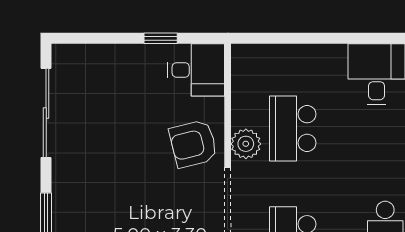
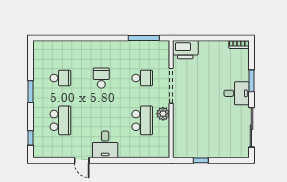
desk: (196, 70) -> (237, 93), moved, turned 180
armchair: (193, 144) -> (186, 114), removed

